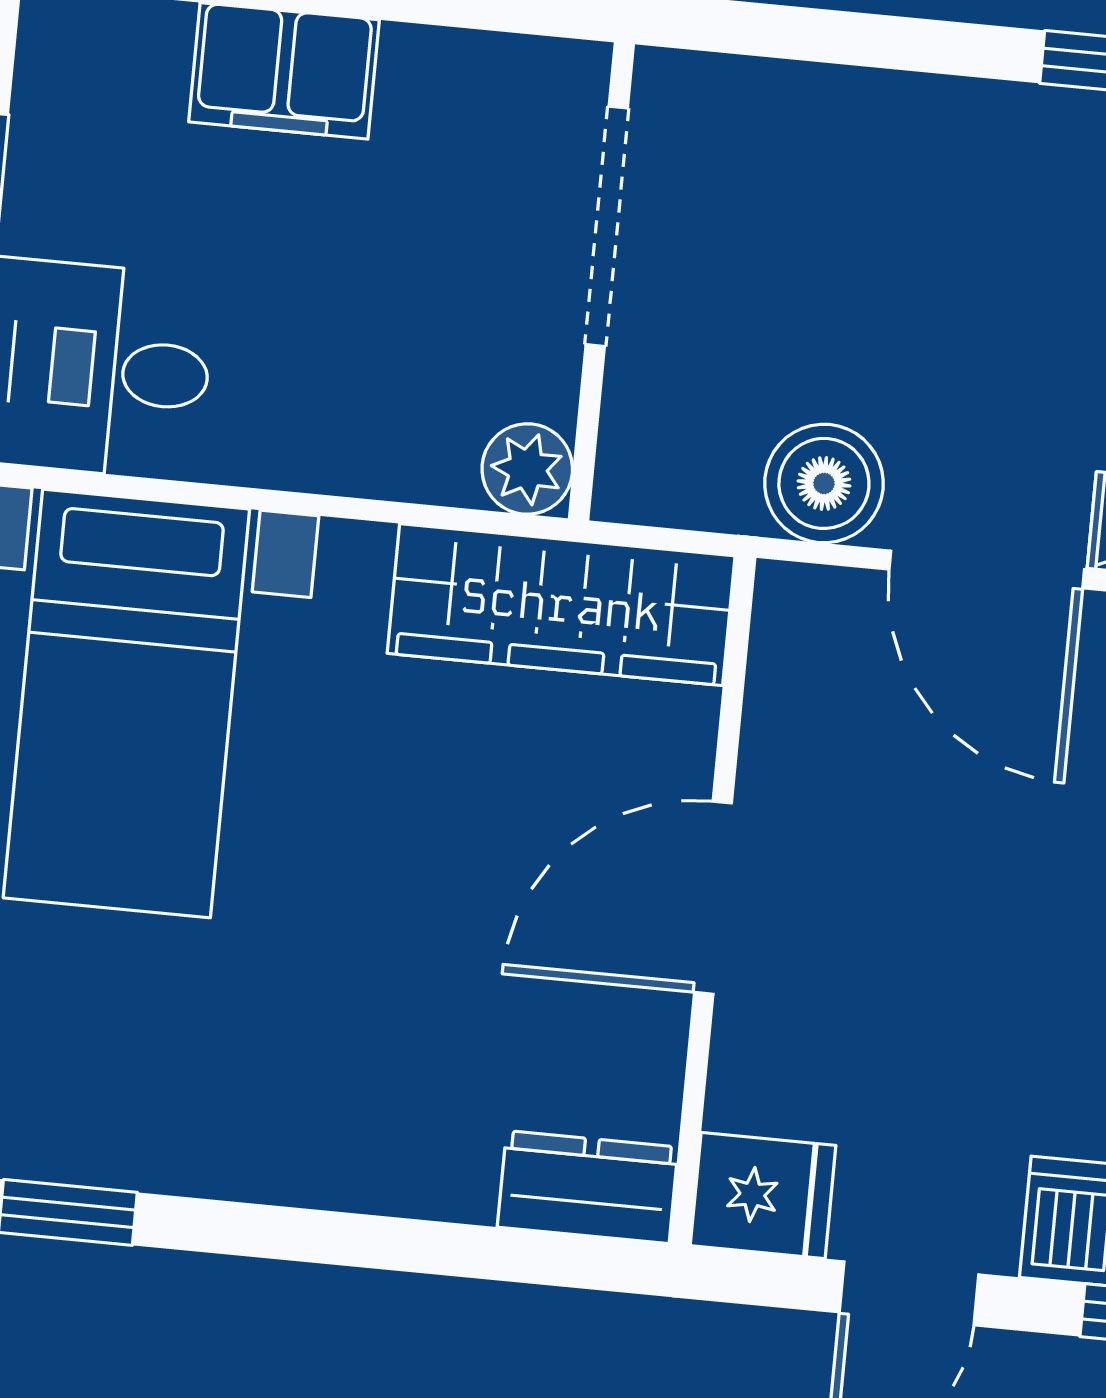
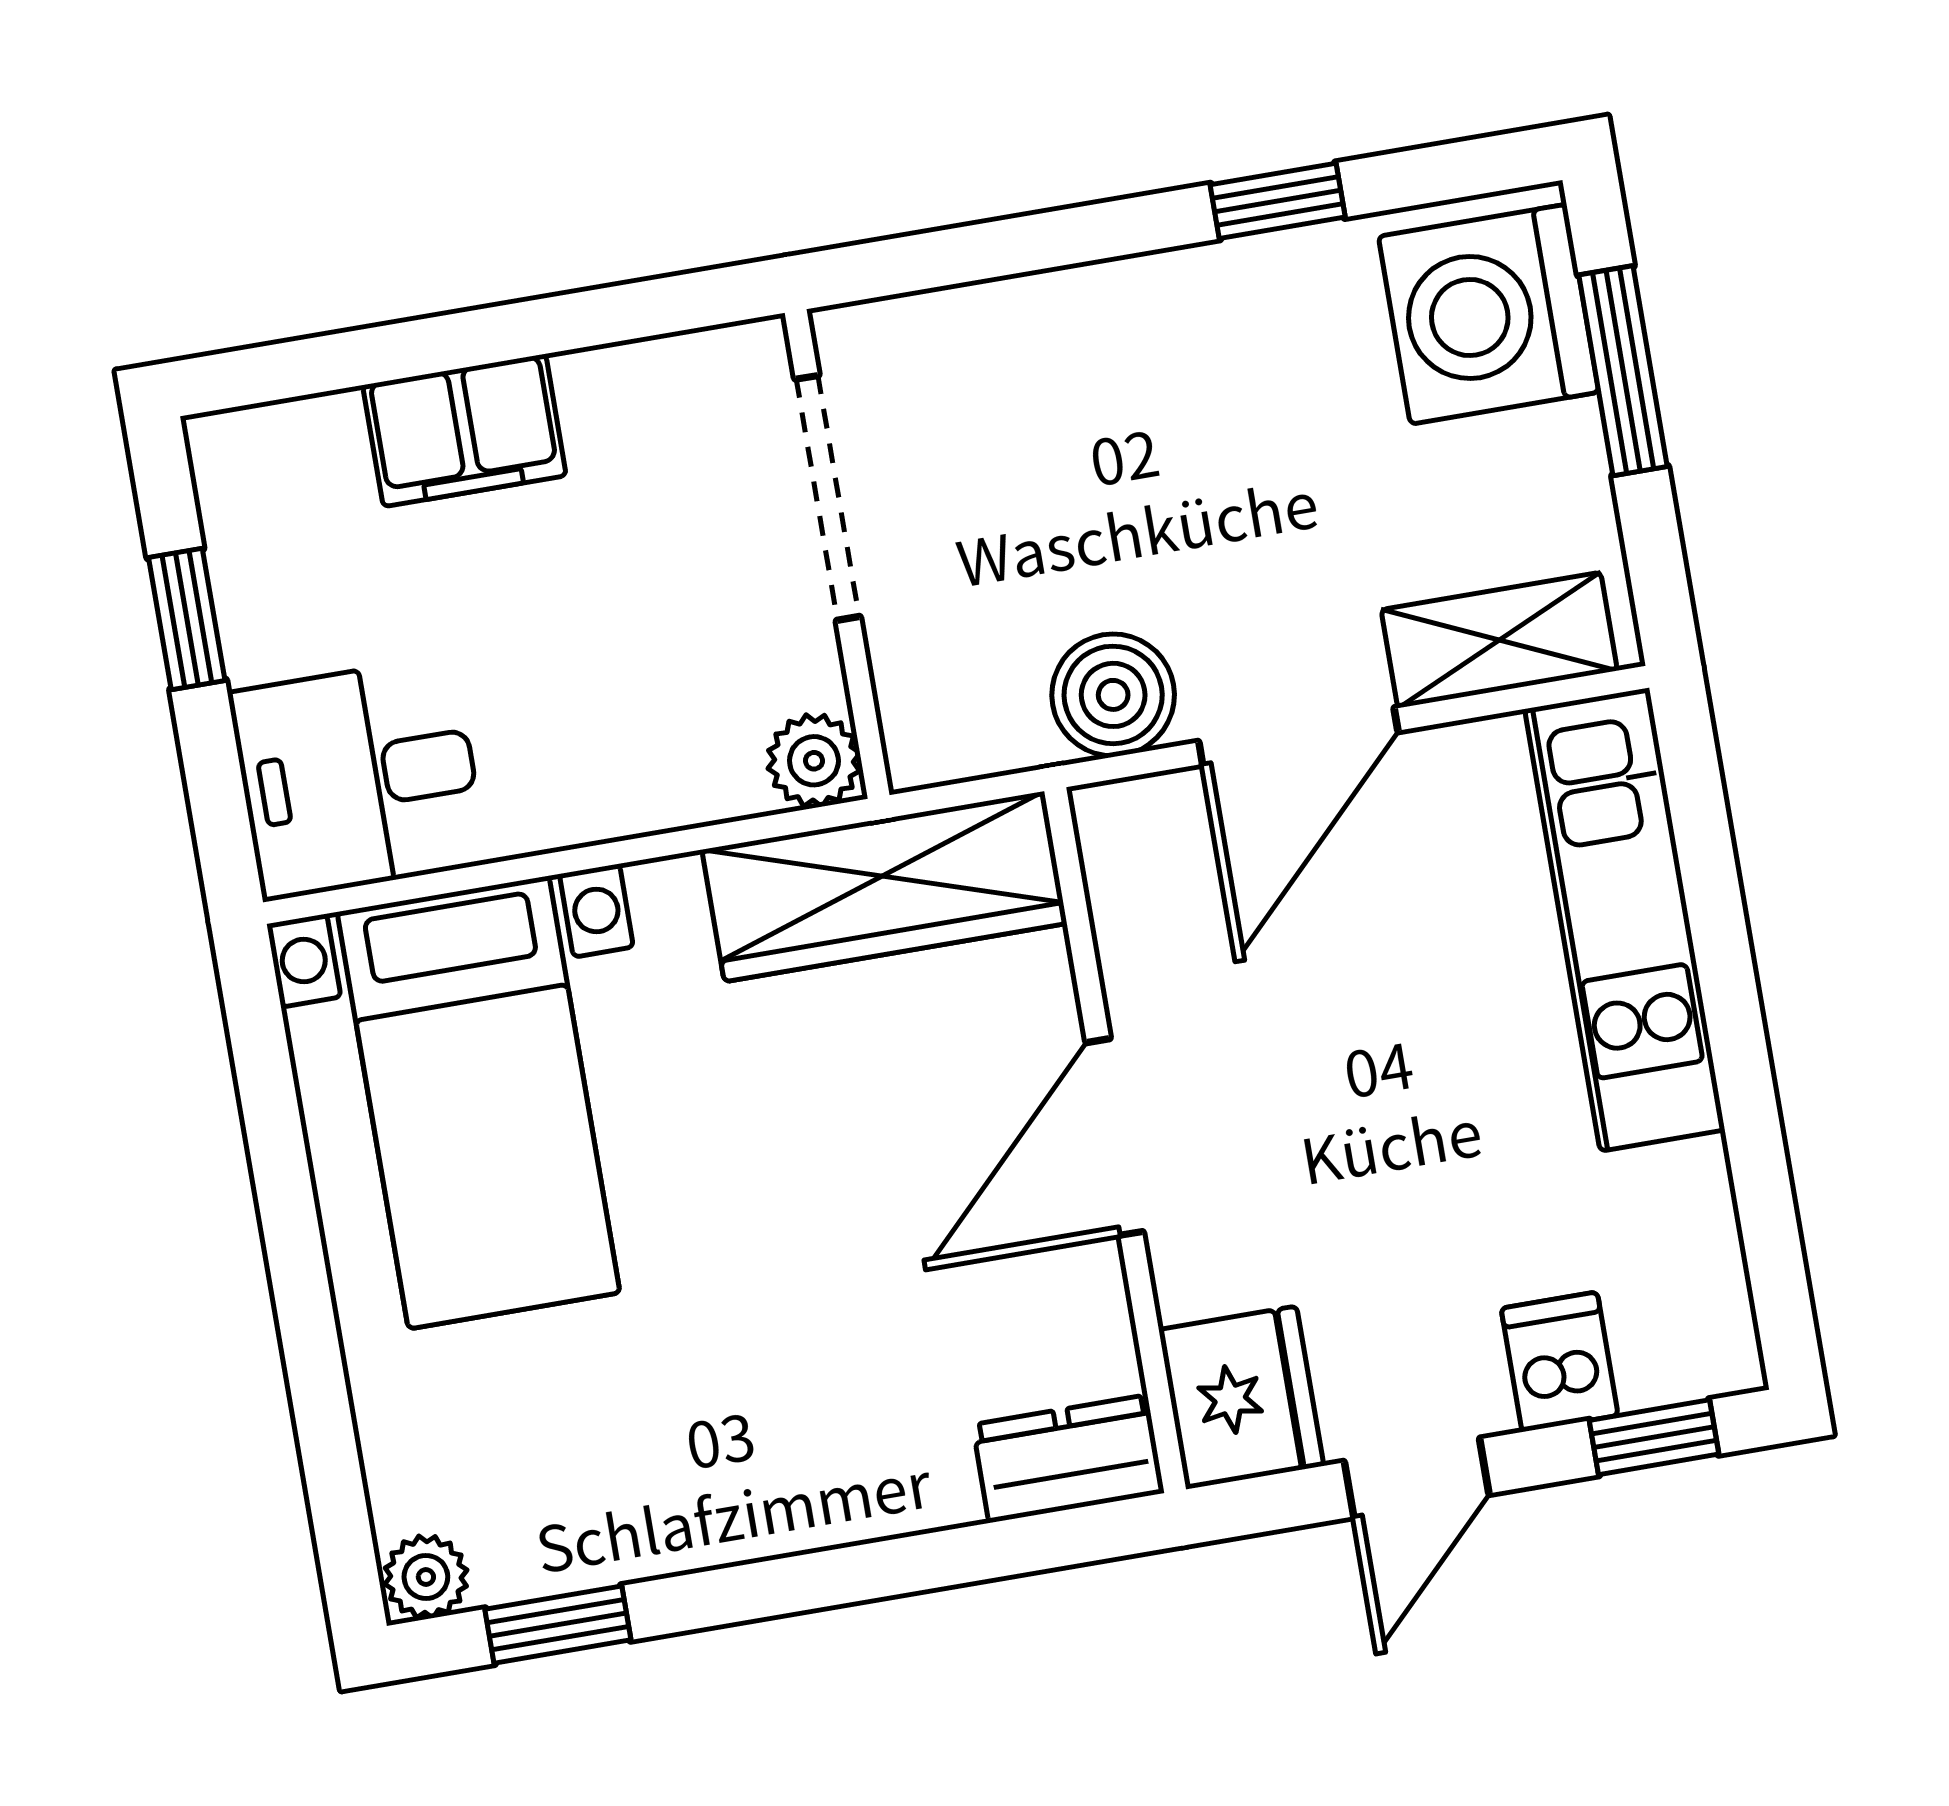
door: (987, 569) -> (1298, 736), hinge flipped
fridge: (763, 1196) -> (1241, 1398), width x1.38

